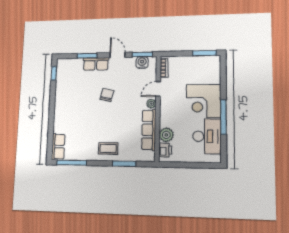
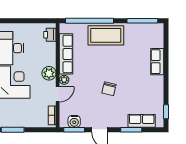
row of seats: (96, 64) -> (142, 121), moved
plant: (166, 135) -> (49, 73), moved
row of seats: (58, 147) -> (157, 62), moved
coffee table: (108, 148) -> (106, 35), width x1.86, depth x1.72
window: (124, 164) -> (90, 21), width x2.11

